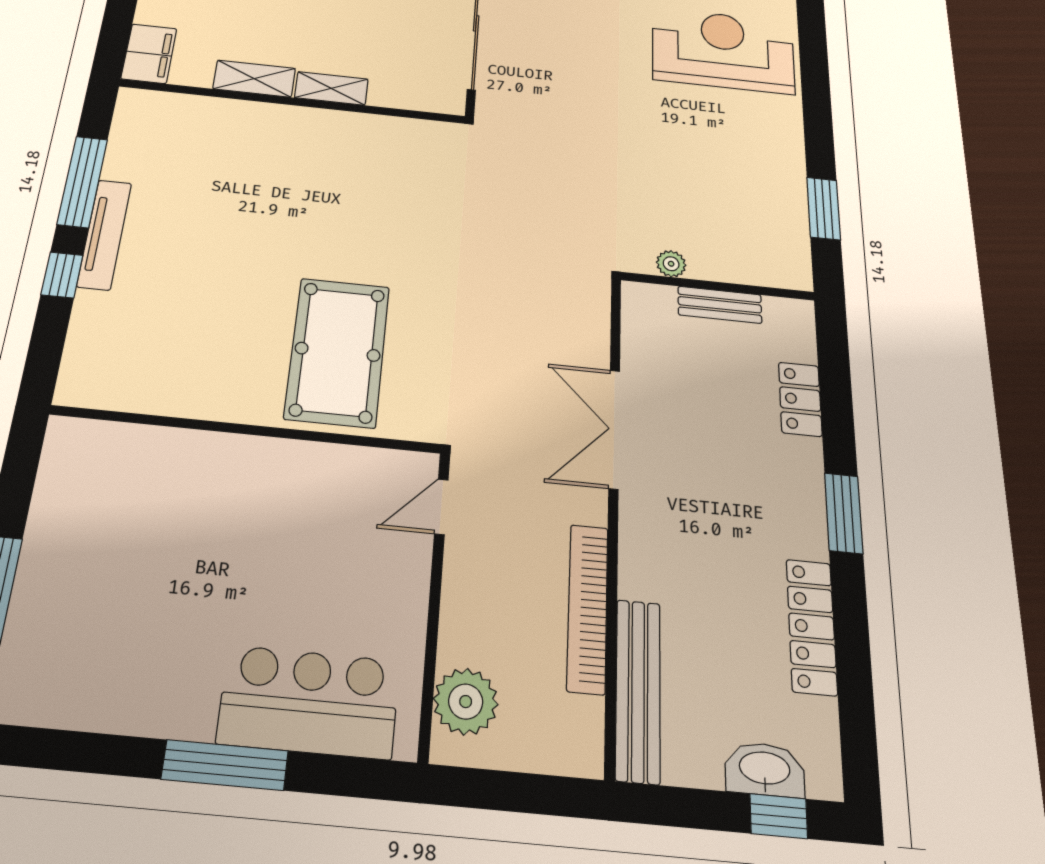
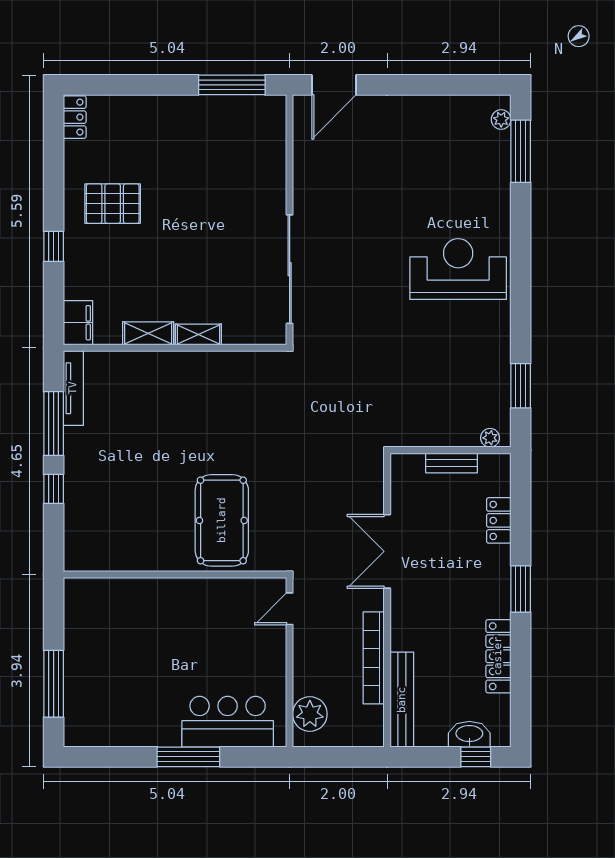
tv unit: (104, 234) -> (73, 388), moved
plant: (671, 264) -> (490, 438), moved

